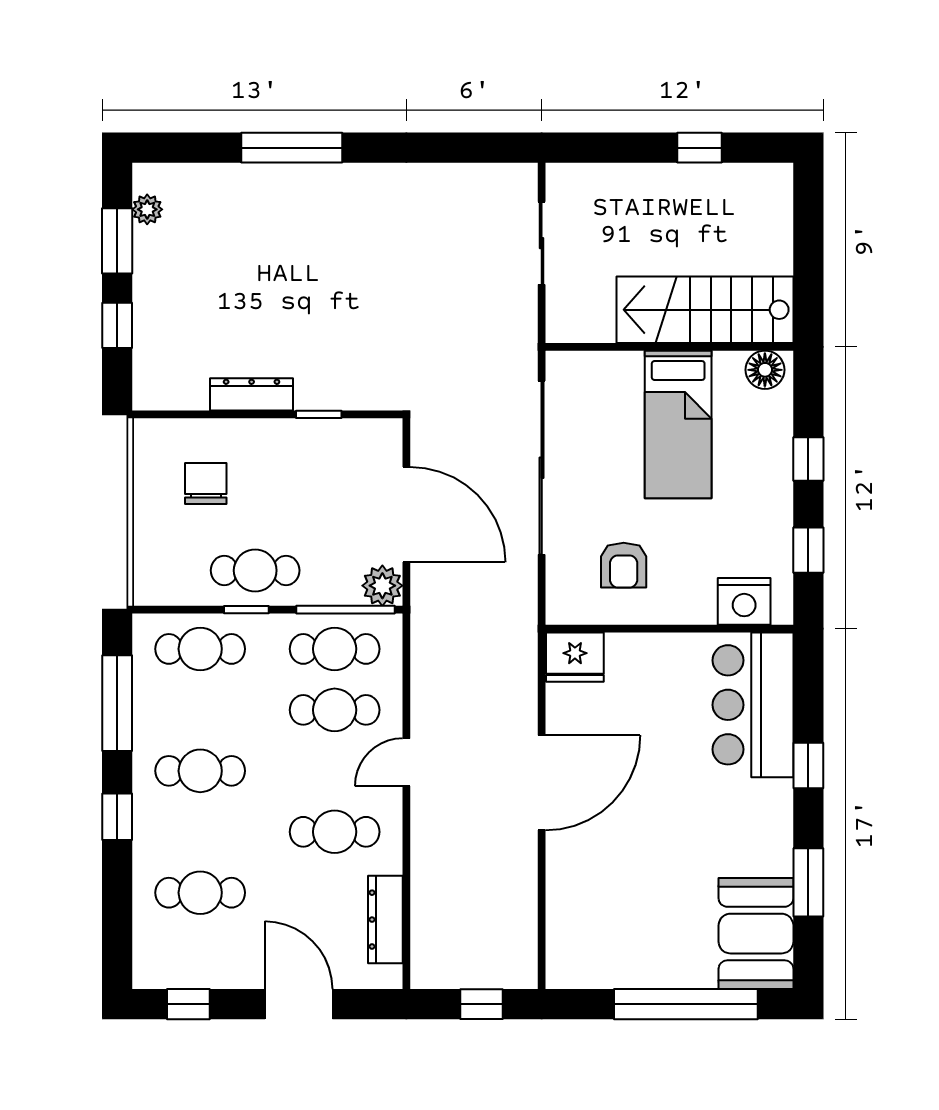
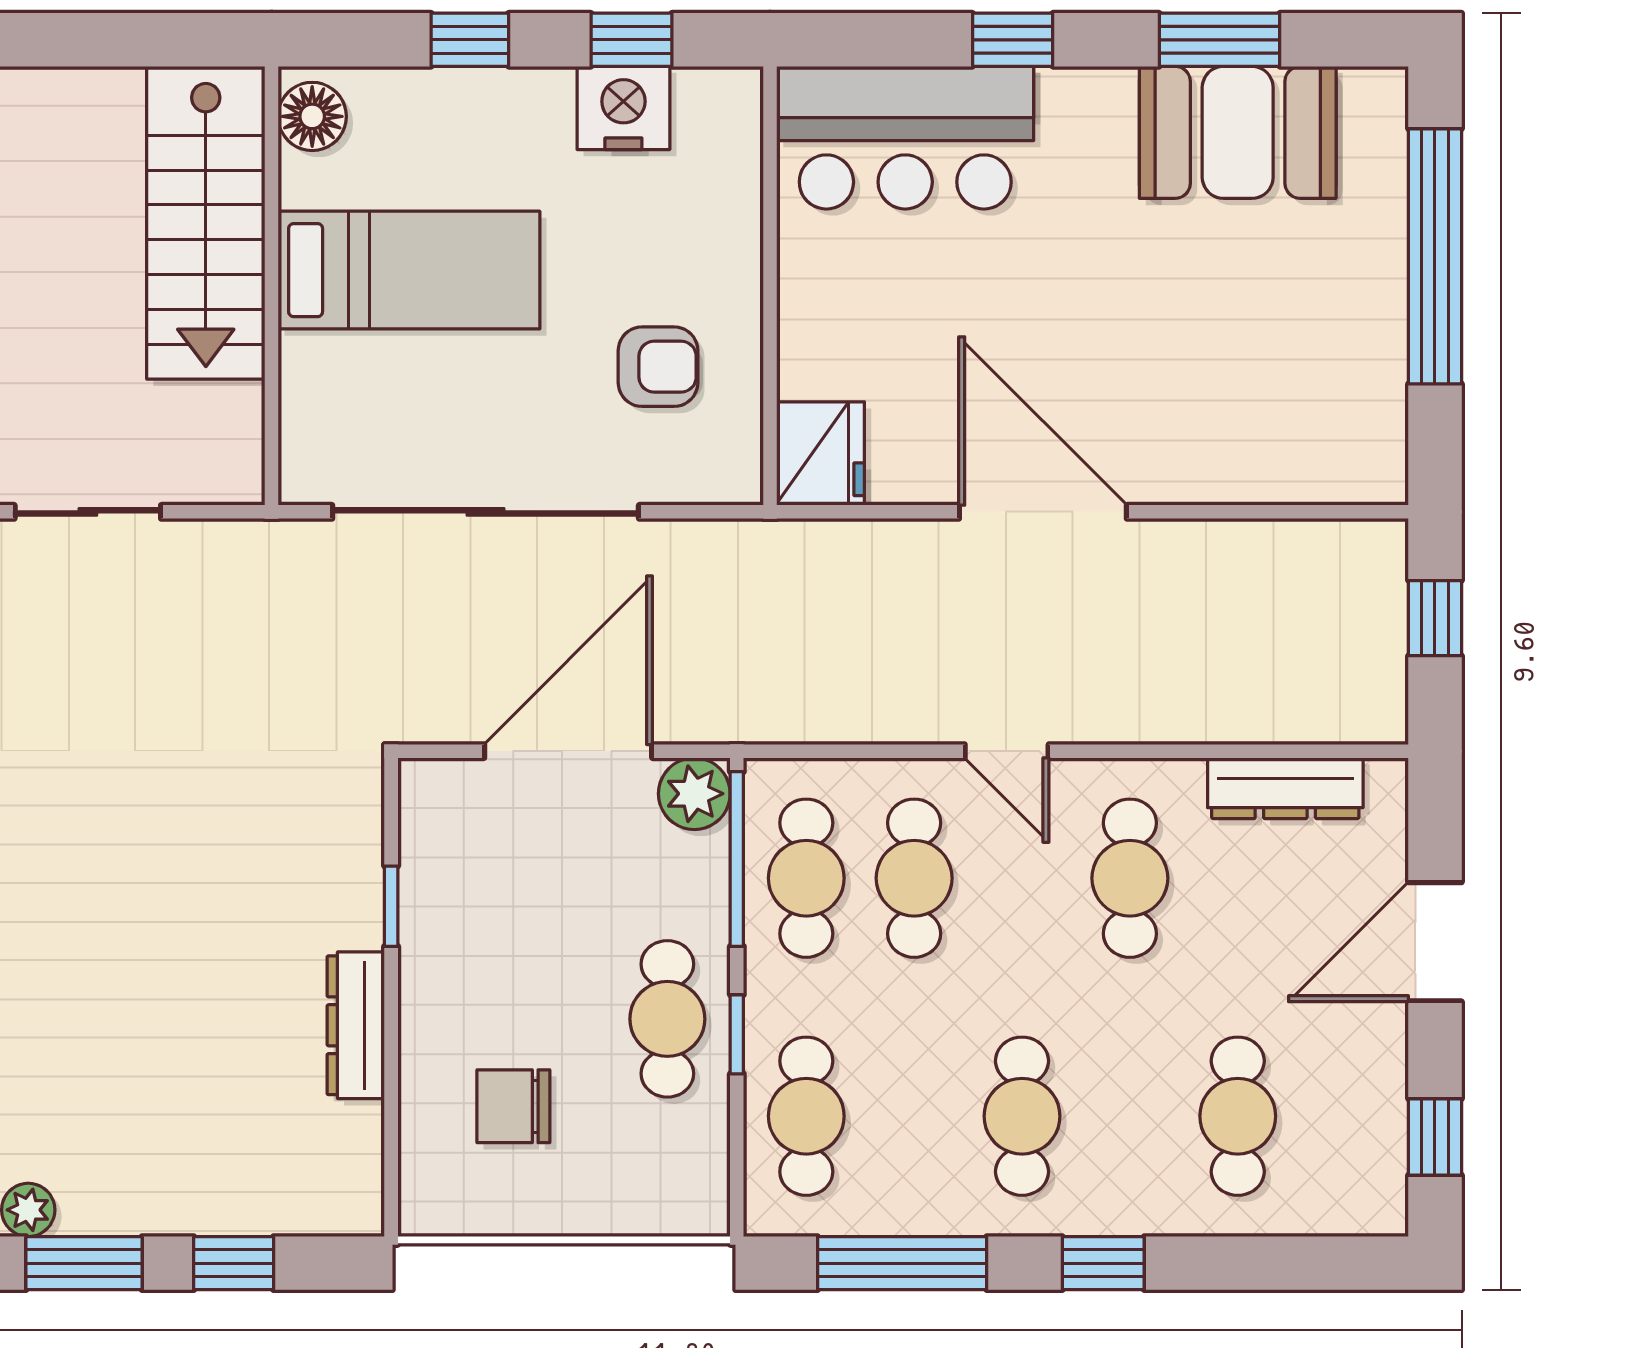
nightstand: (744, 601) -> (623, 108), moved, turned -90
booth: (756, 934) -> (1238, 132), moved

